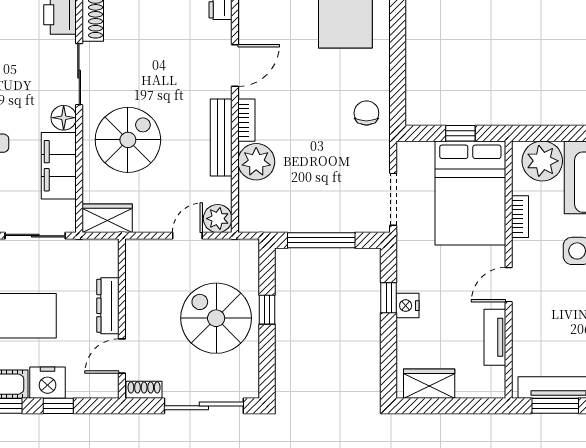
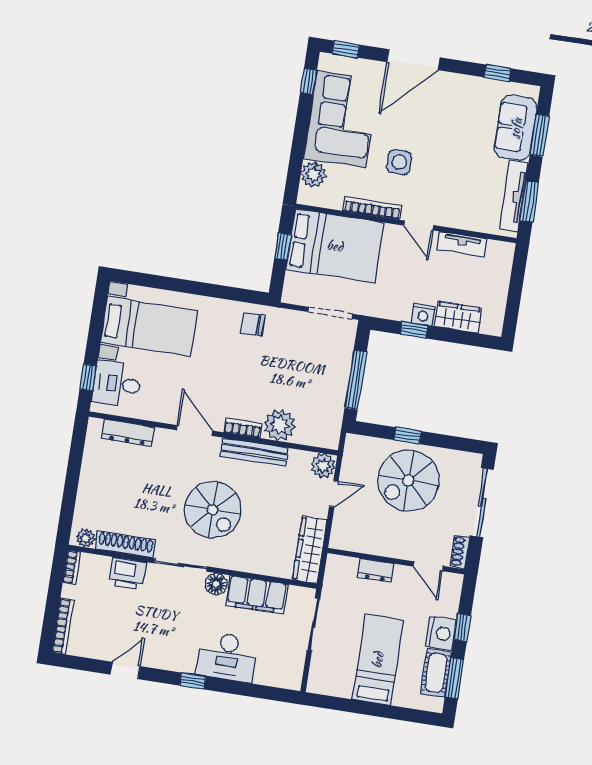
spiral stairs: (128, 140) -> (213, 510), moved, turned 180
plant: (542, 161) -> (314, 175), width x0.73, depth x0.73
bookcase: (520, 217) -> (372, 208), width x1.56
wardrobe: (107, 218) -> (310, 550), width x1.50
door: (187, 236) -> (334, 494), swing flipped
dresser: (108, 306) -> (376, 570), width x0.70
wardrobe: (429, 384) -> (458, 317), moved, turned 90

